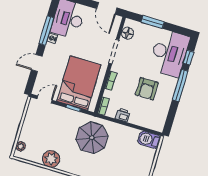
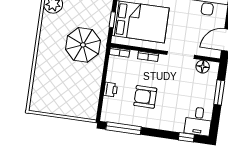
desk: (169, 53) -> (198, 121), width x0.53, depth x0.77
window: (180, 85) -> (124, 128), moved
printer: (123, 115) -> (111, 90), moved
barbecue: (149, 140) -> (90, 108), removed

